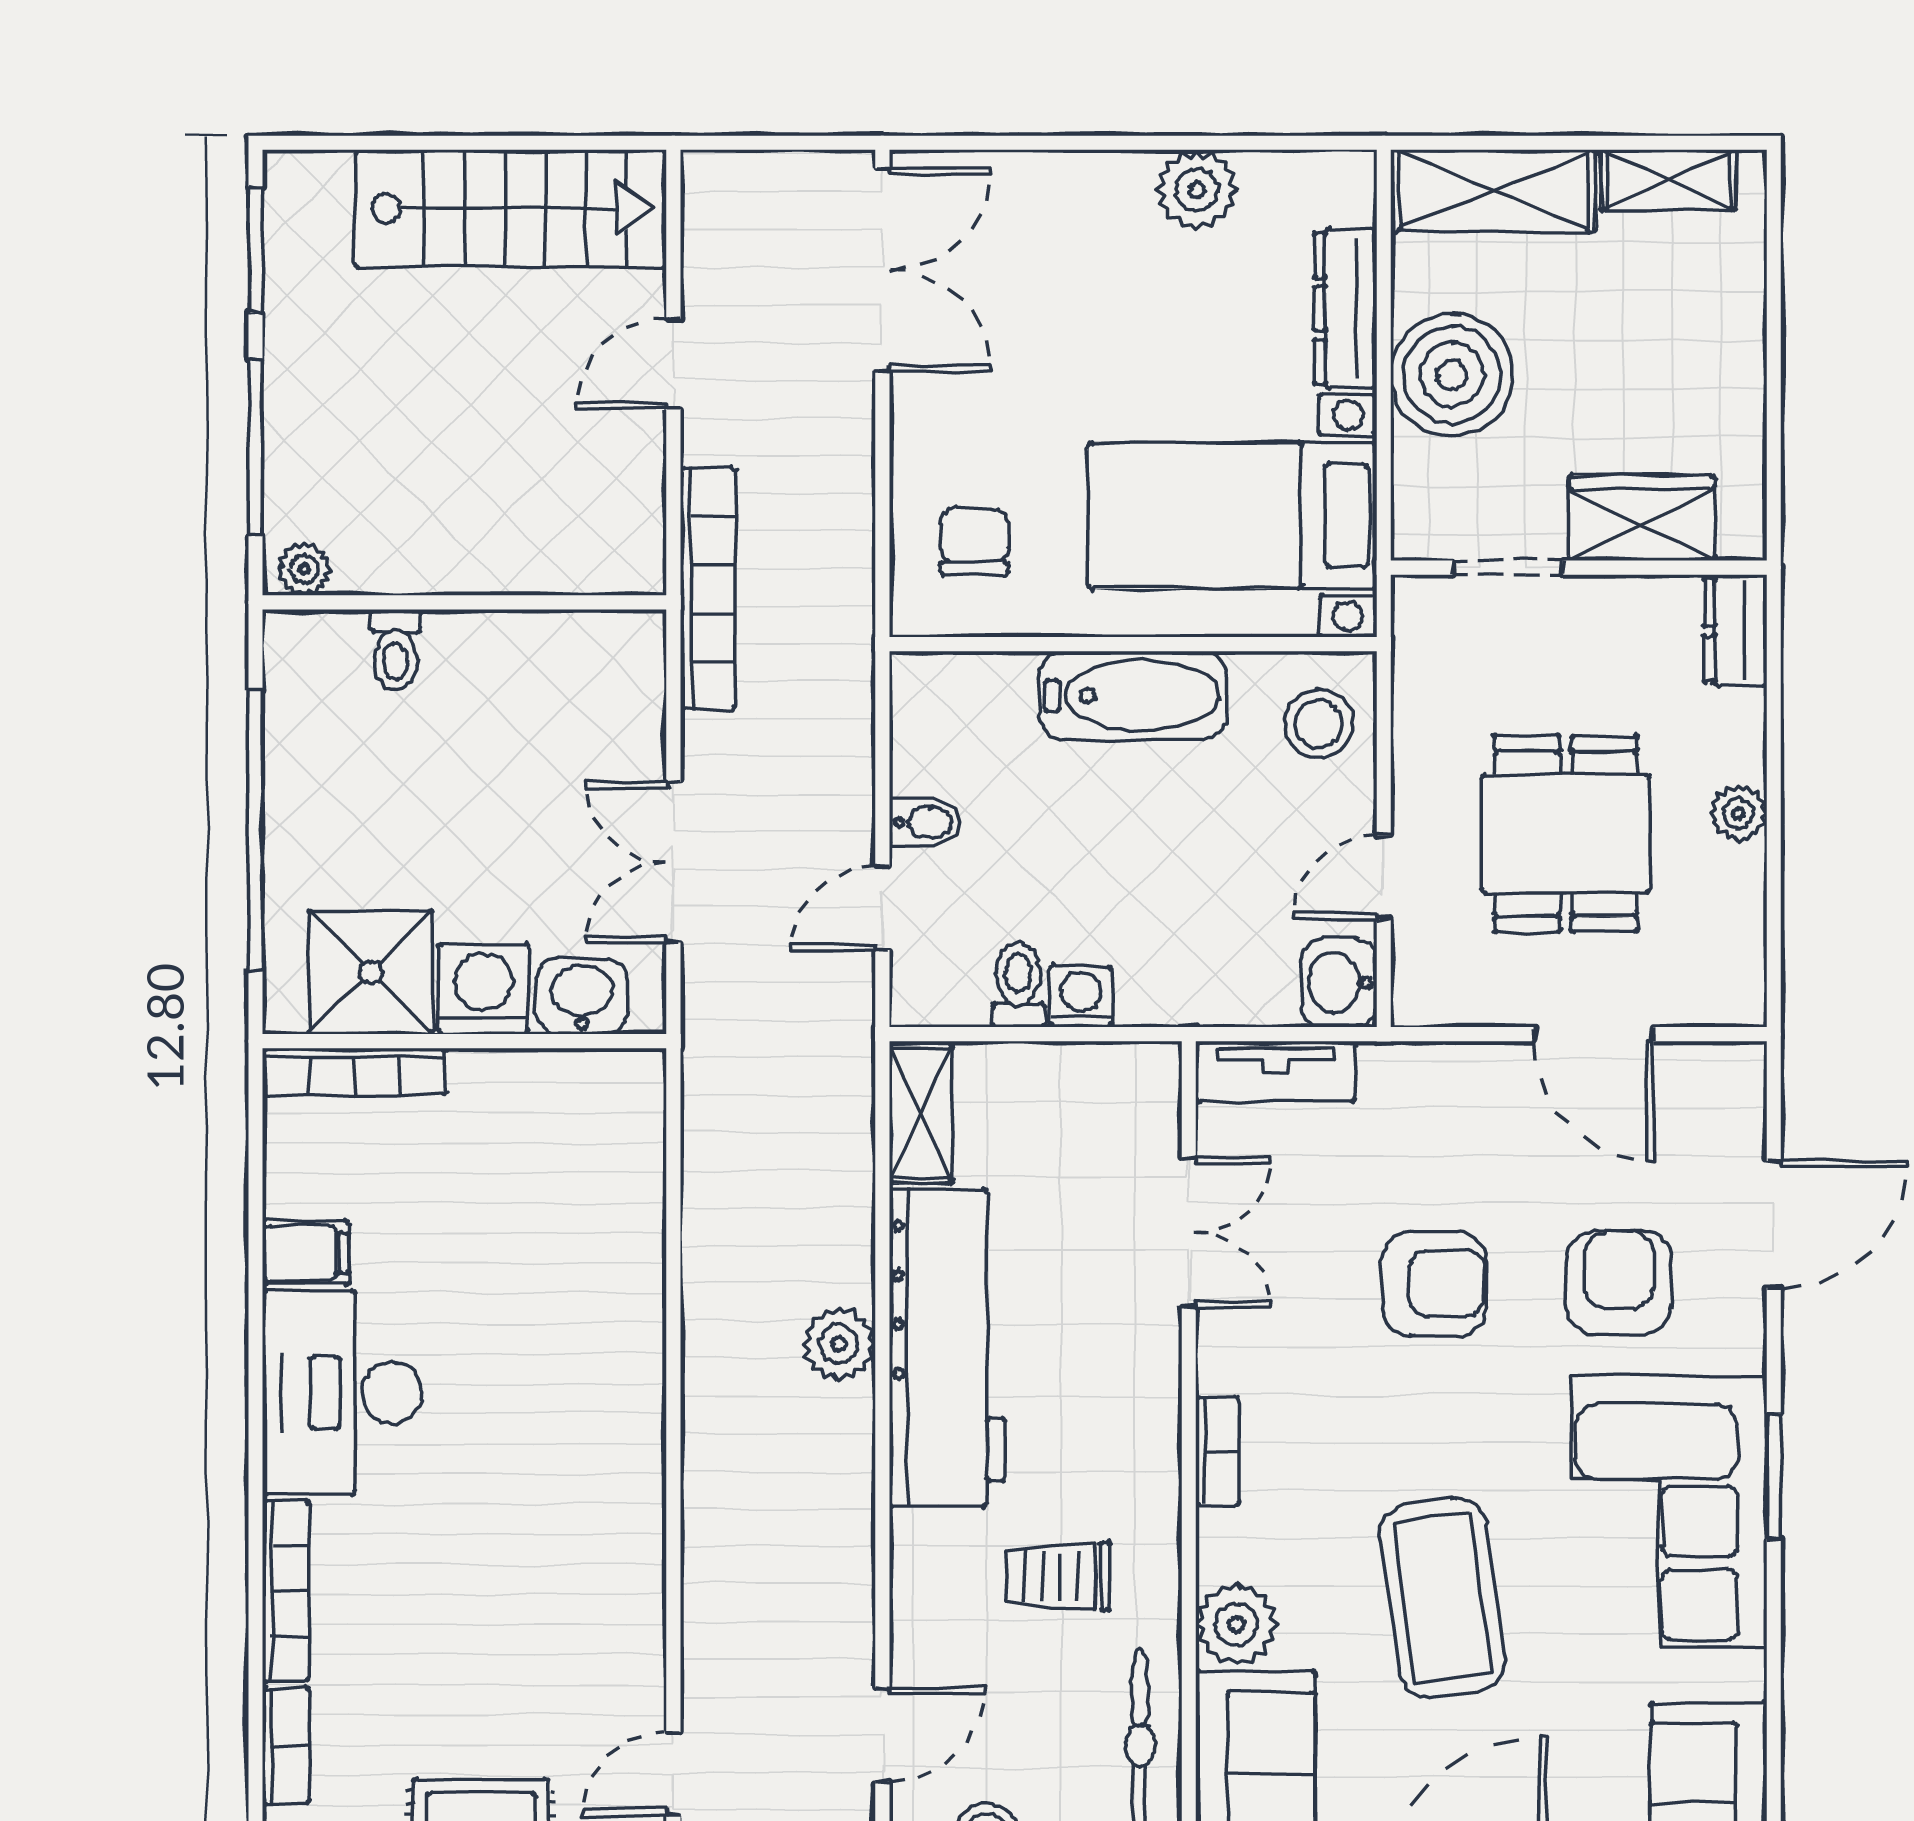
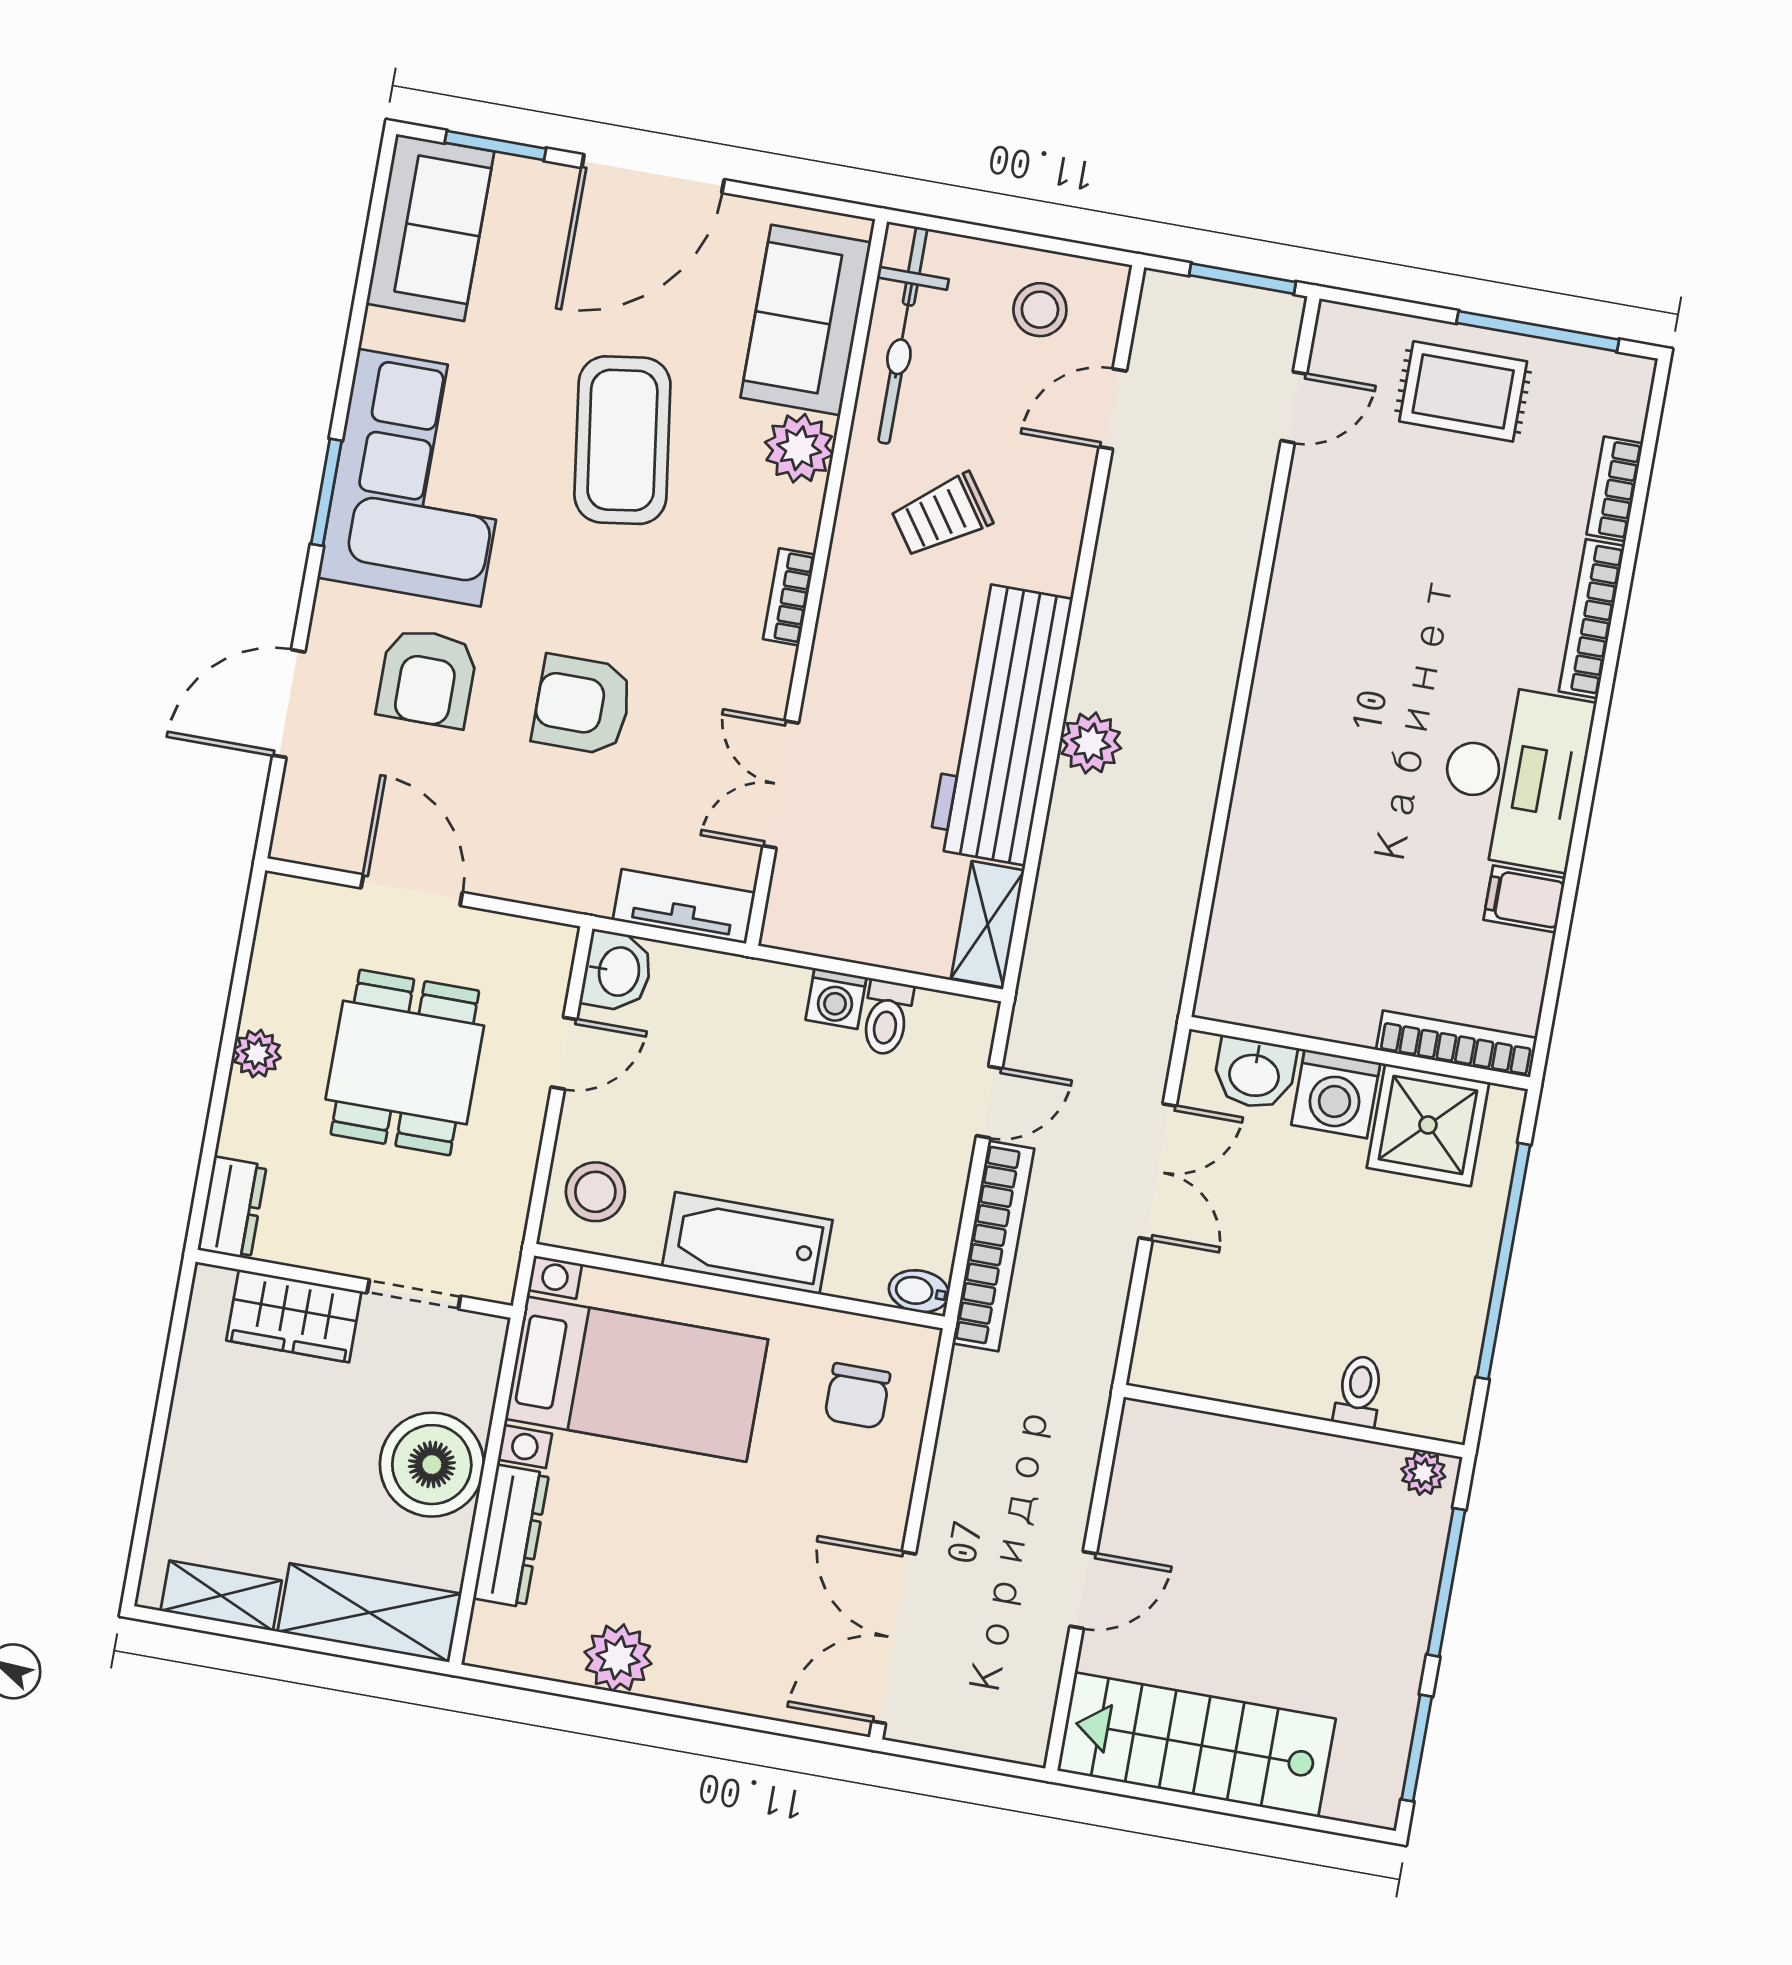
bookcase: (708, 589) -> (993, 1246), moved, turned 180
bidet: (925, 822) -> (919, 1291), moved
trolley: (1058, 1576) -> (942, 515), turned 145

